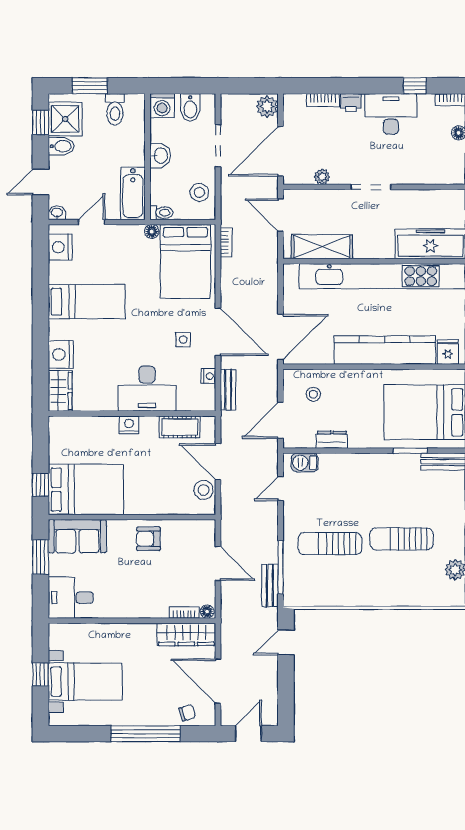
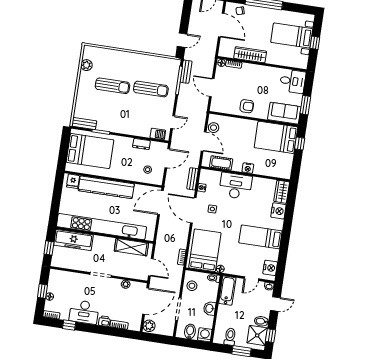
wardrobe: (186, 634) -> (250, 55), moved

